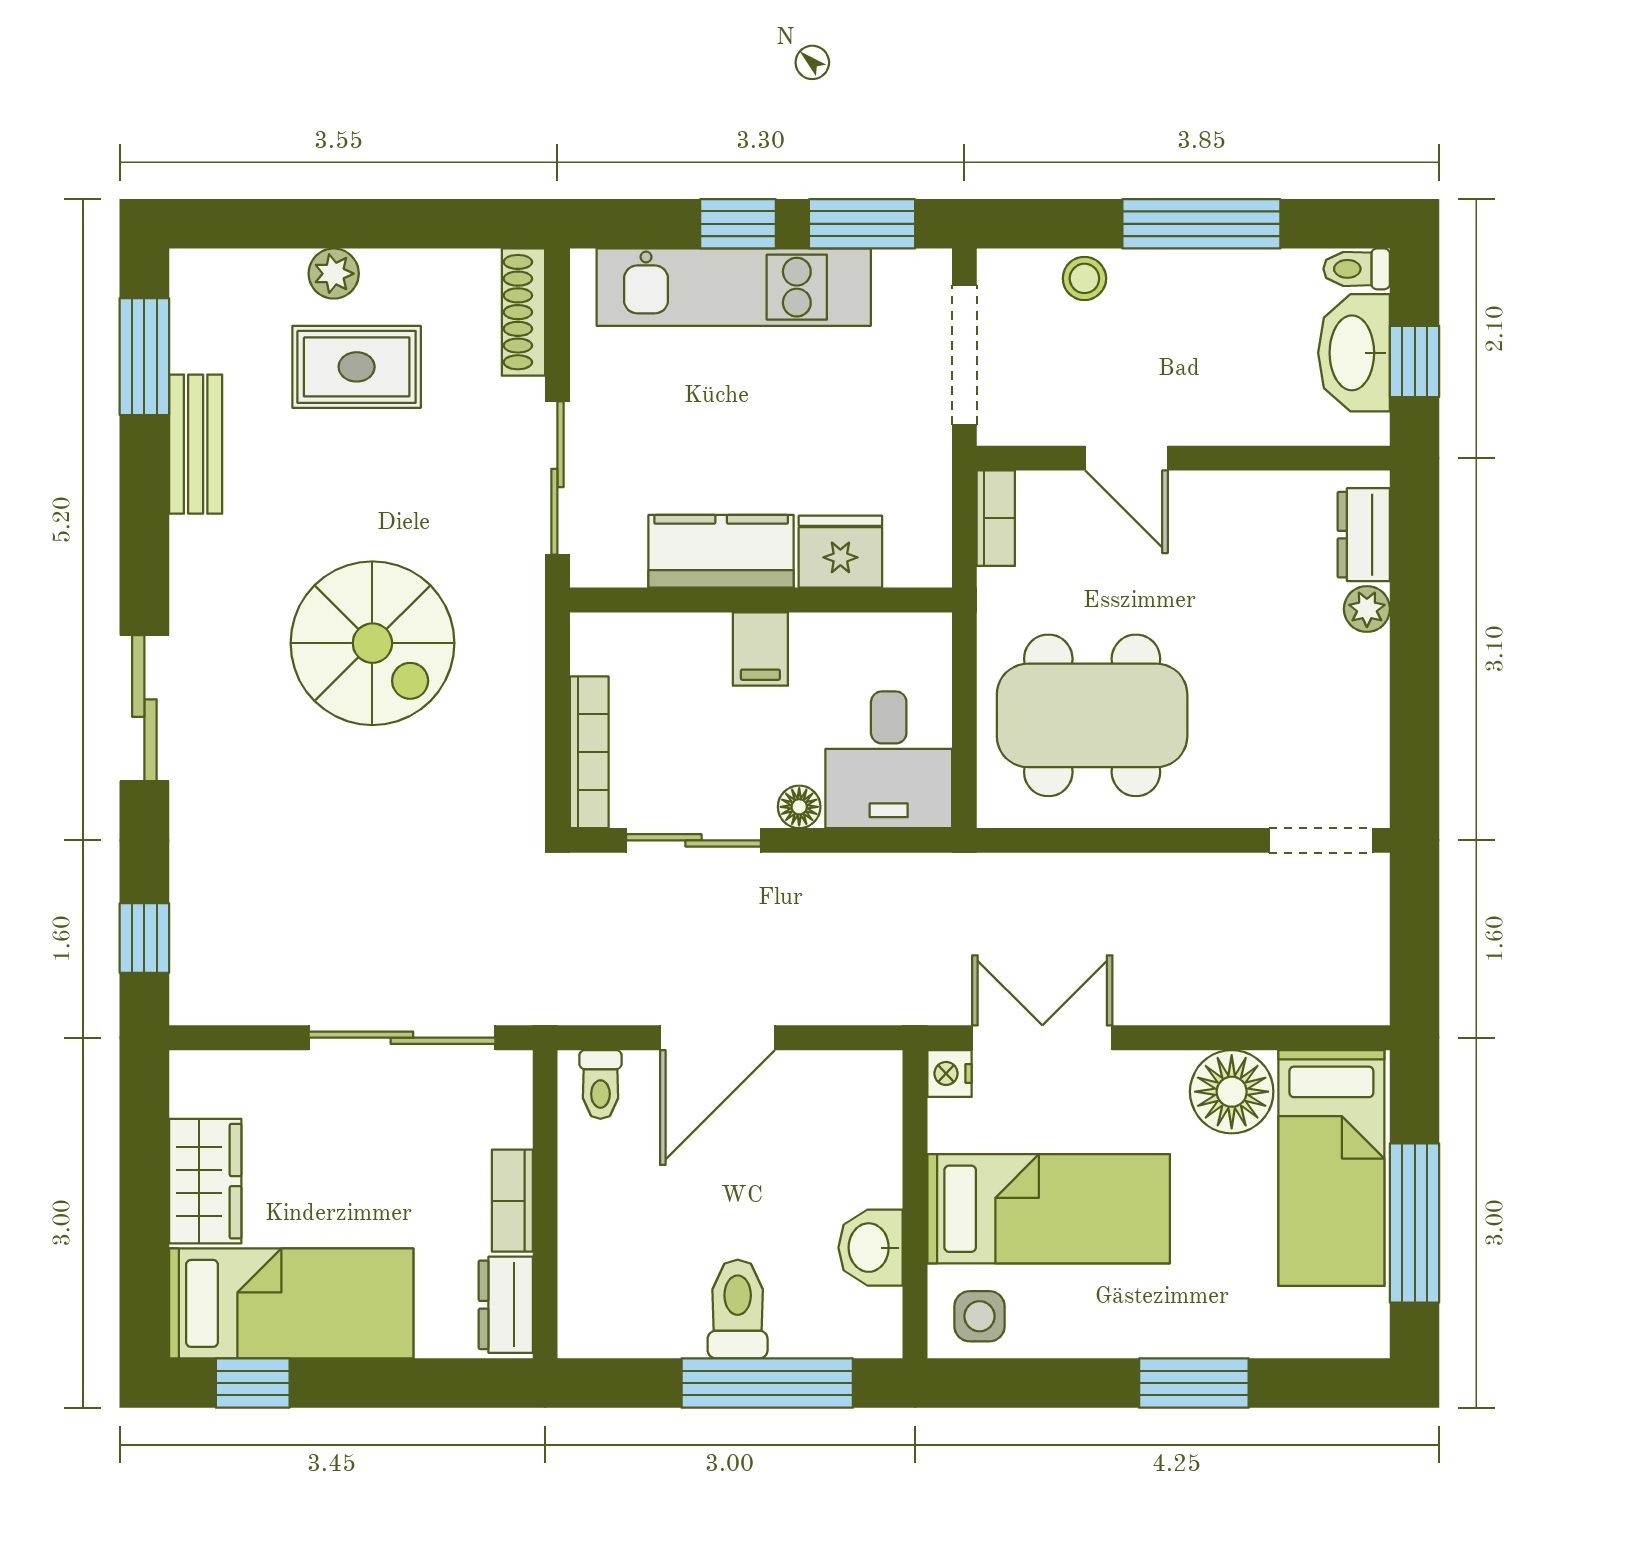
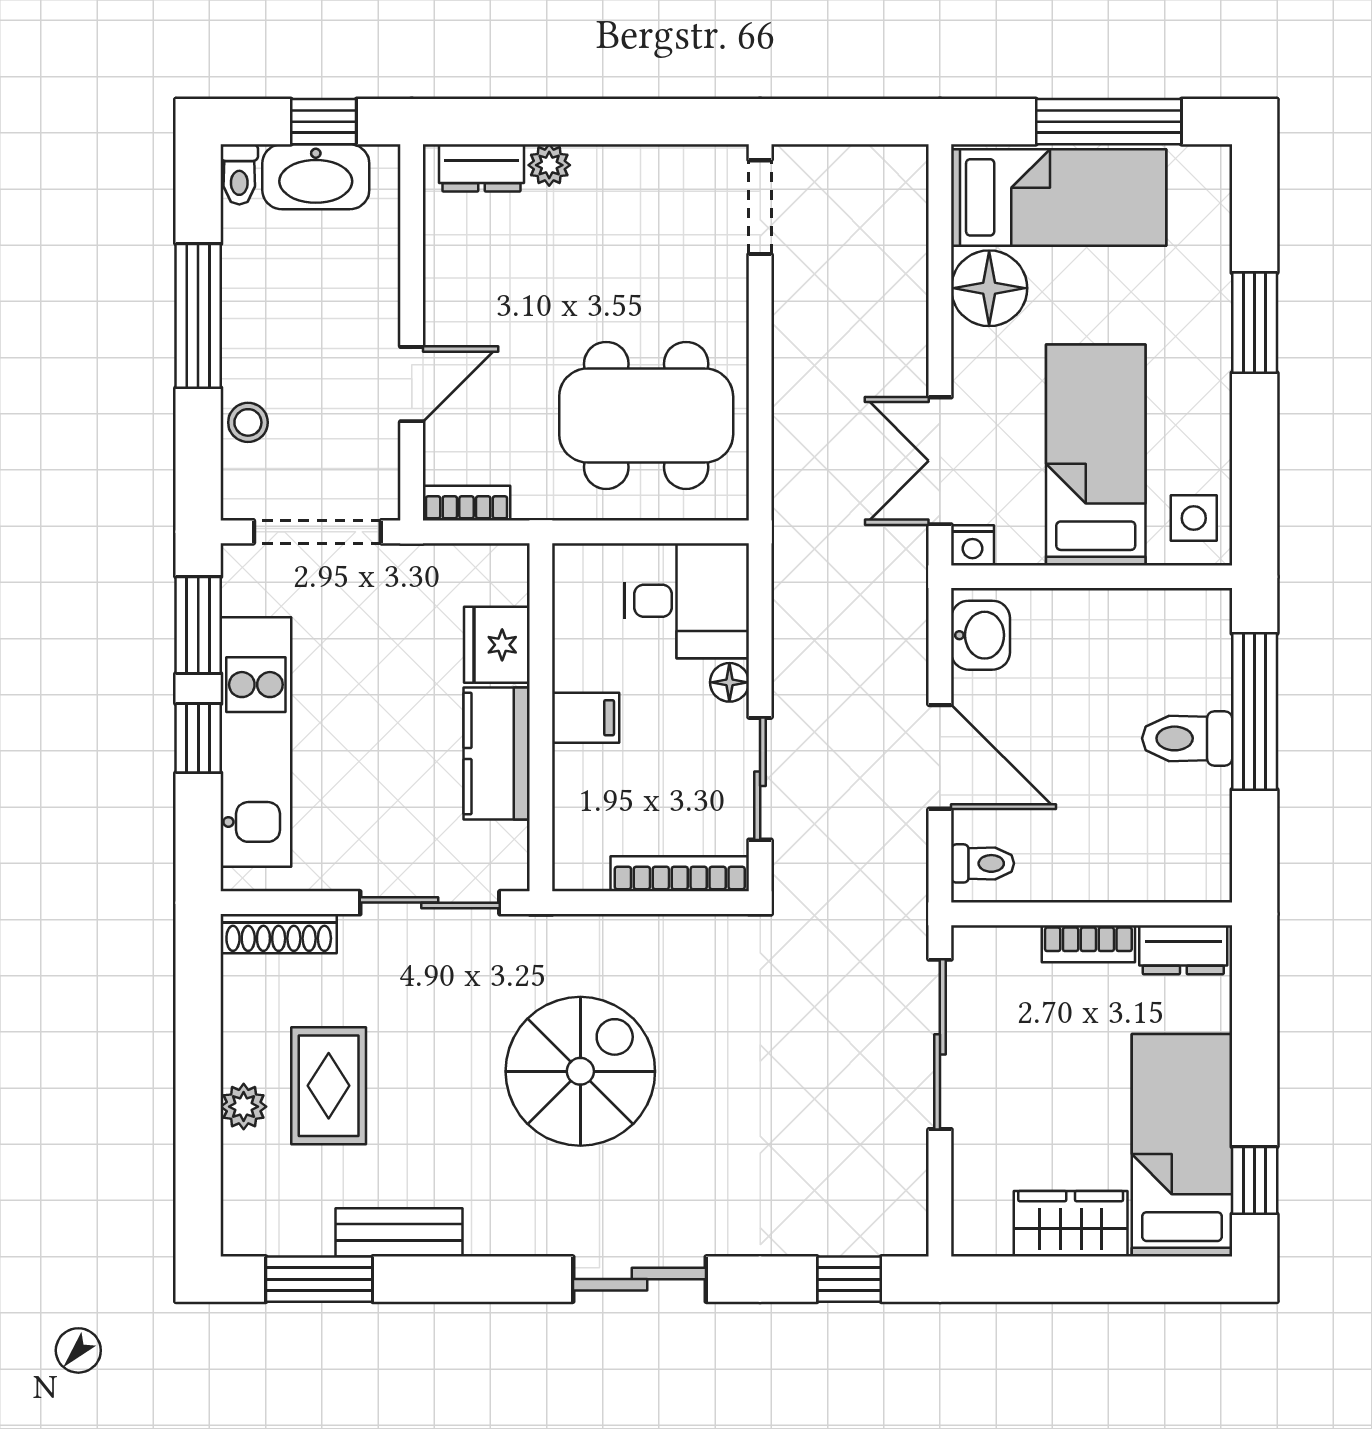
dining table: (1092, 715) -> (646, 415), turned 90
washbasin: (871, 1248) -> (980, 635), moved, turned -90

